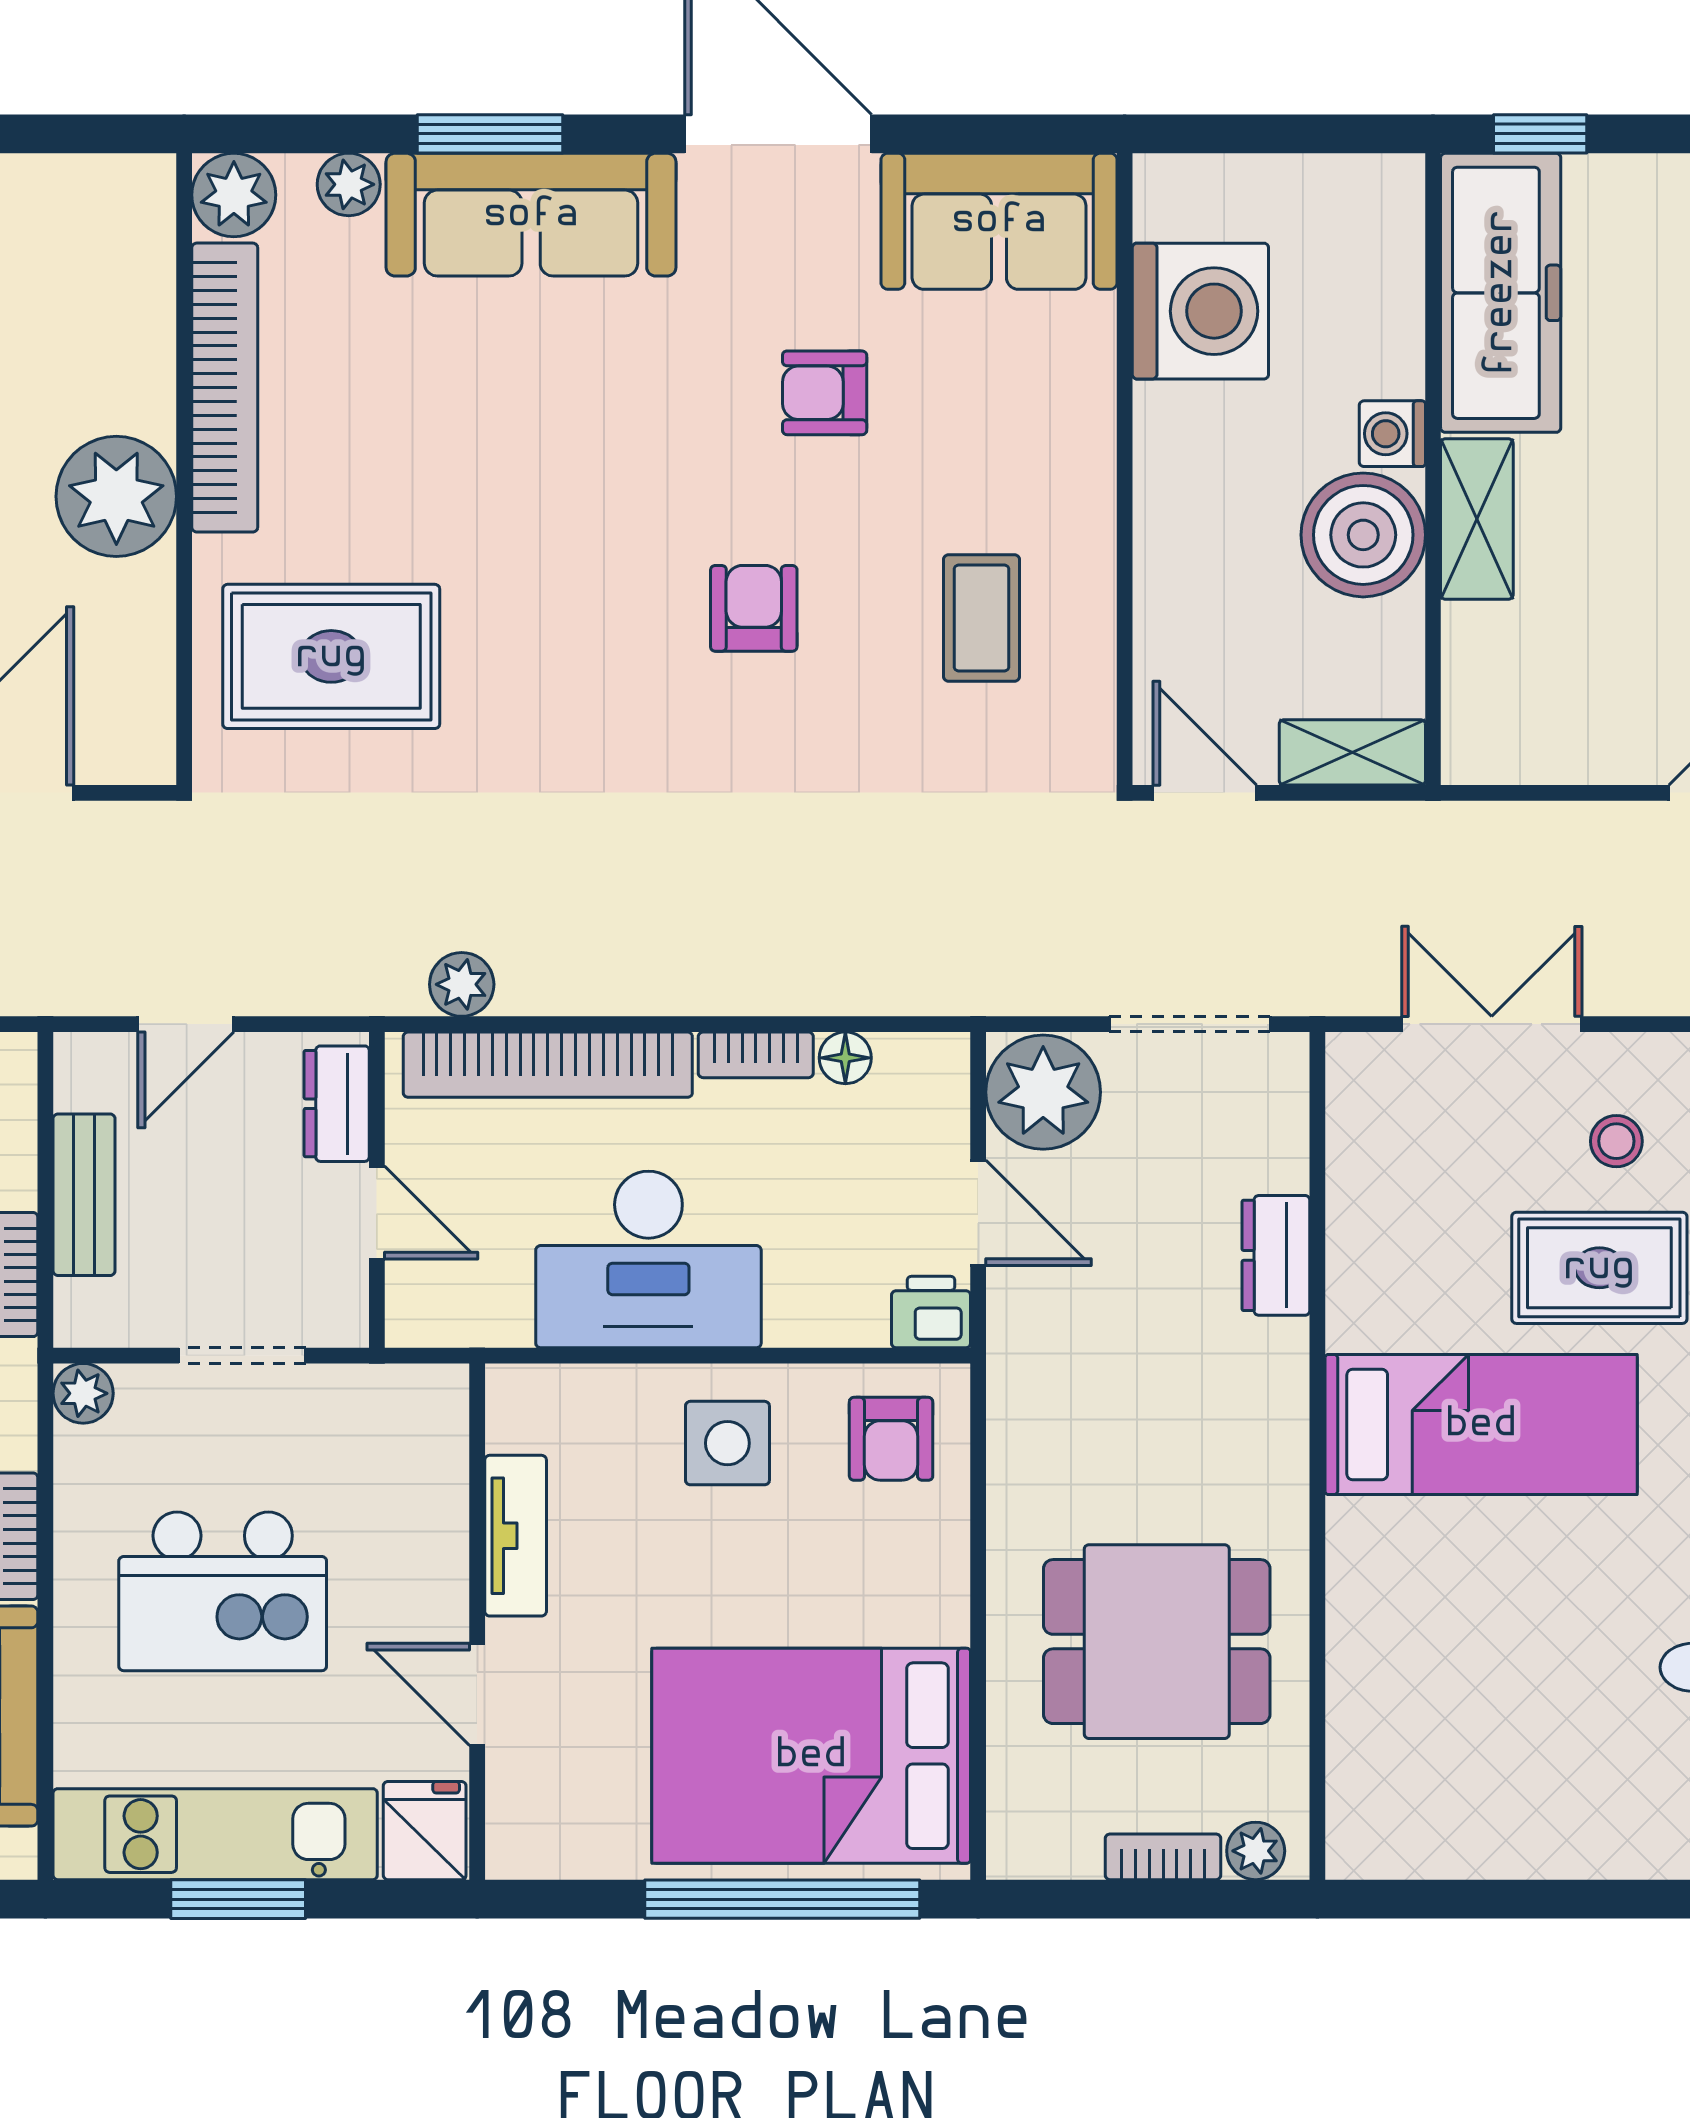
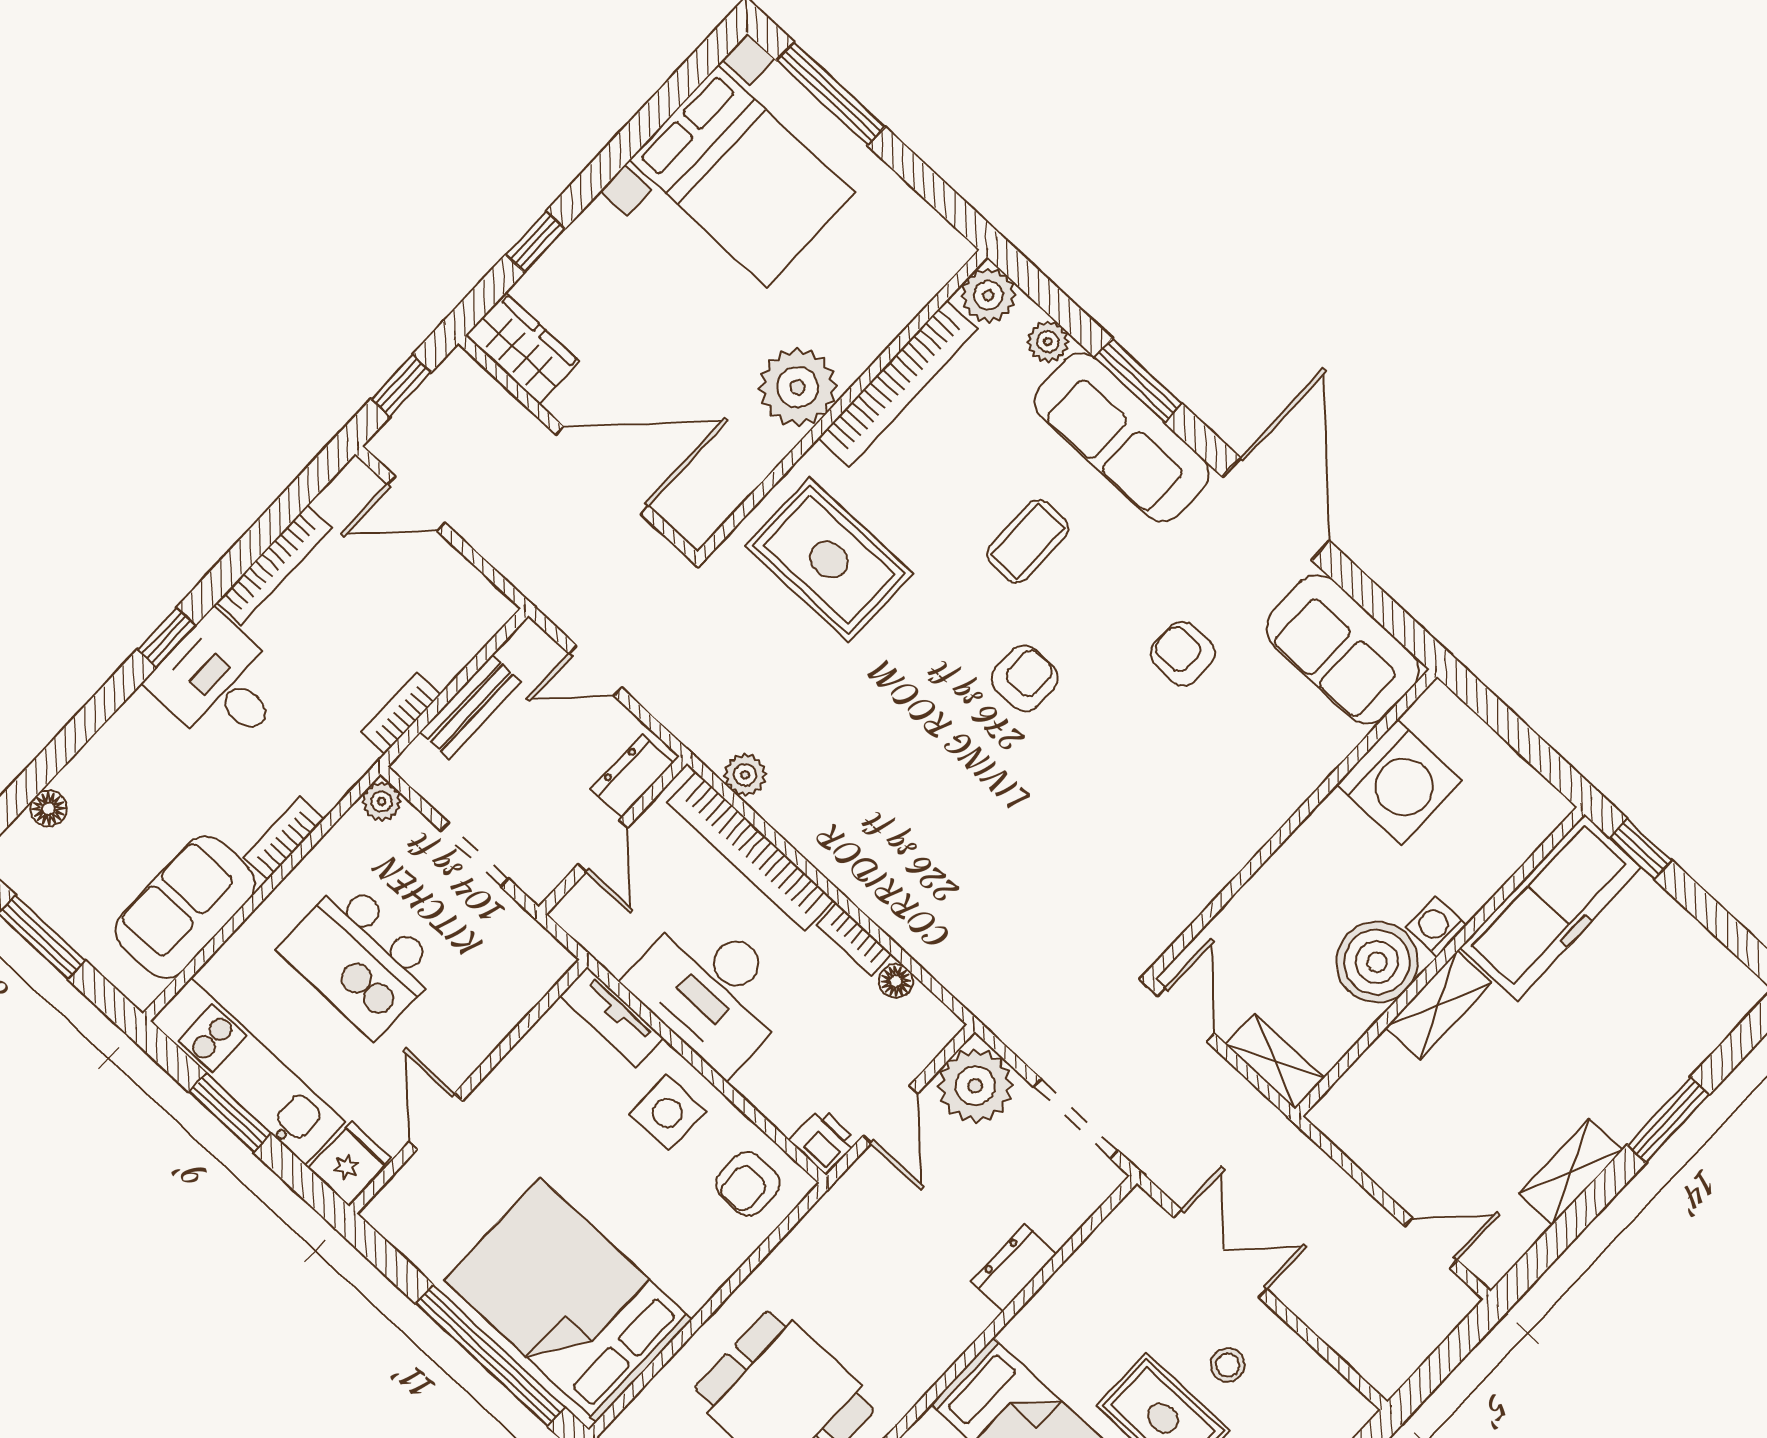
armchair: (754, 608) -> (1025, 678), moved
coffee table: (981, 618) -> (1028, 541), moved
tv unit: (516, 1536) -> (612, 1017), moved, turned 90

